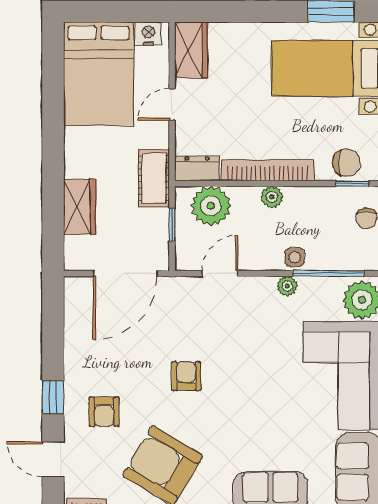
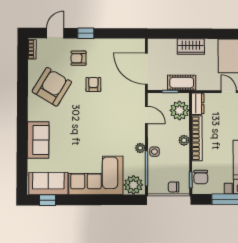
cot: (154, 178) -> (182, 83), moved
wardrobe: (80, 207) -> (191, 47), moved
armchair: (186, 376) -> (93, 84), moved, turned -90

